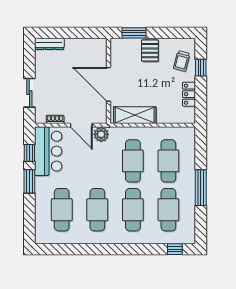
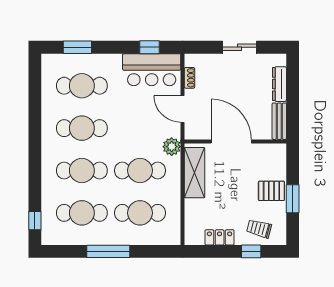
window: (134, 33) -> (293, 199), moved
dresser: (49, 44) -> (279, 84), moved
bench: (91, 44) -> (279, 121), added
door: (108, 84) -> (231, 141), hinge flipped
sliding door: (29, 93) -> (239, 47), moved
door: (81, 125) -> (183, 109), hinge flipped
plant: (101, 134) -> (172, 147), moved
window: (29, 181) -> (77, 47), moved

